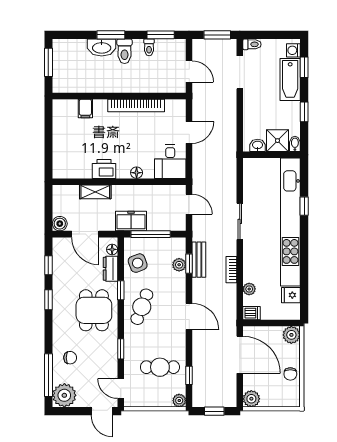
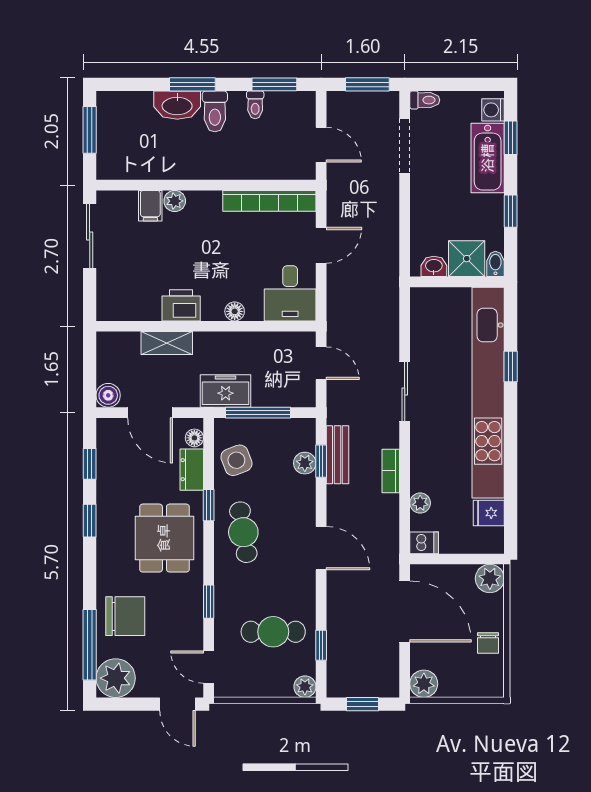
plant: (100, 106) -> (175, 201), added
bookcase: (136, 106) -> (269, 201), moved
sliding door: (48, 127) -> (90, 236), added
cafe table: (142, 307) -> (243, 532), turned -30
chair: (70, 358) -> (125, 616), width x1.87, depth x1.87

